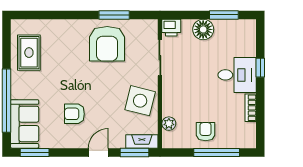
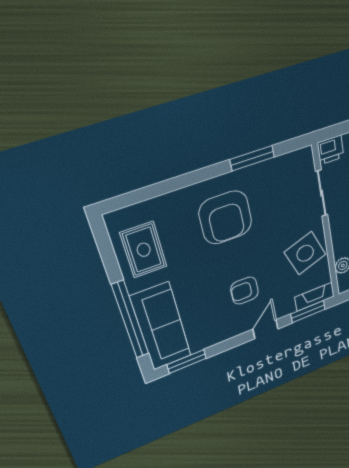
armchair: (107, 44) -> (226, 218), moved
side table: (140, 101) -> (305, 253), turned -34
armchair: (74, 114) -> (245, 291), moved
sofa: (25, 124) -> (161, 327), width x1.36

